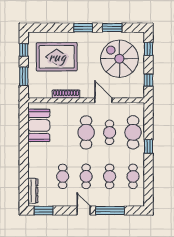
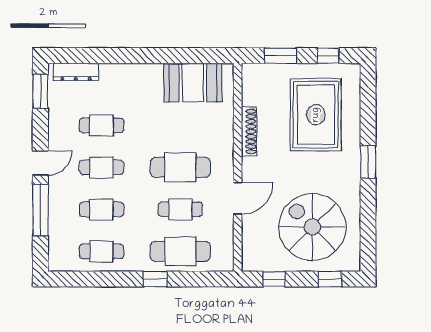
window: (112, 28) -> (368, 214), removed
spiral stairs: (119, 59) -> (312, 227), turned -90

